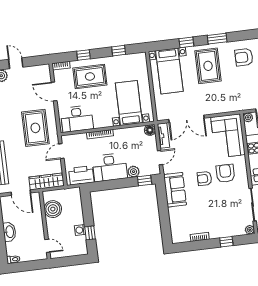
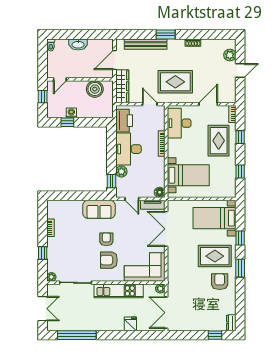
armchair: (244, 57) -> (220, 282), moved
armchair: (225, 173) -> (109, 260), turned 180
window: (67, 261) -> (43, 97), added

